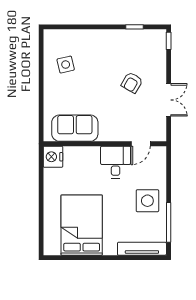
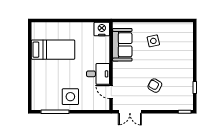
side table: (66, 65) -> (153, 41), moved
double door: (169, 100) -> (130, 112), moved
bed: (82, 225) -> (53, 50), width x0.67
tv unit: (142, 249) -> (36, 93), removed

